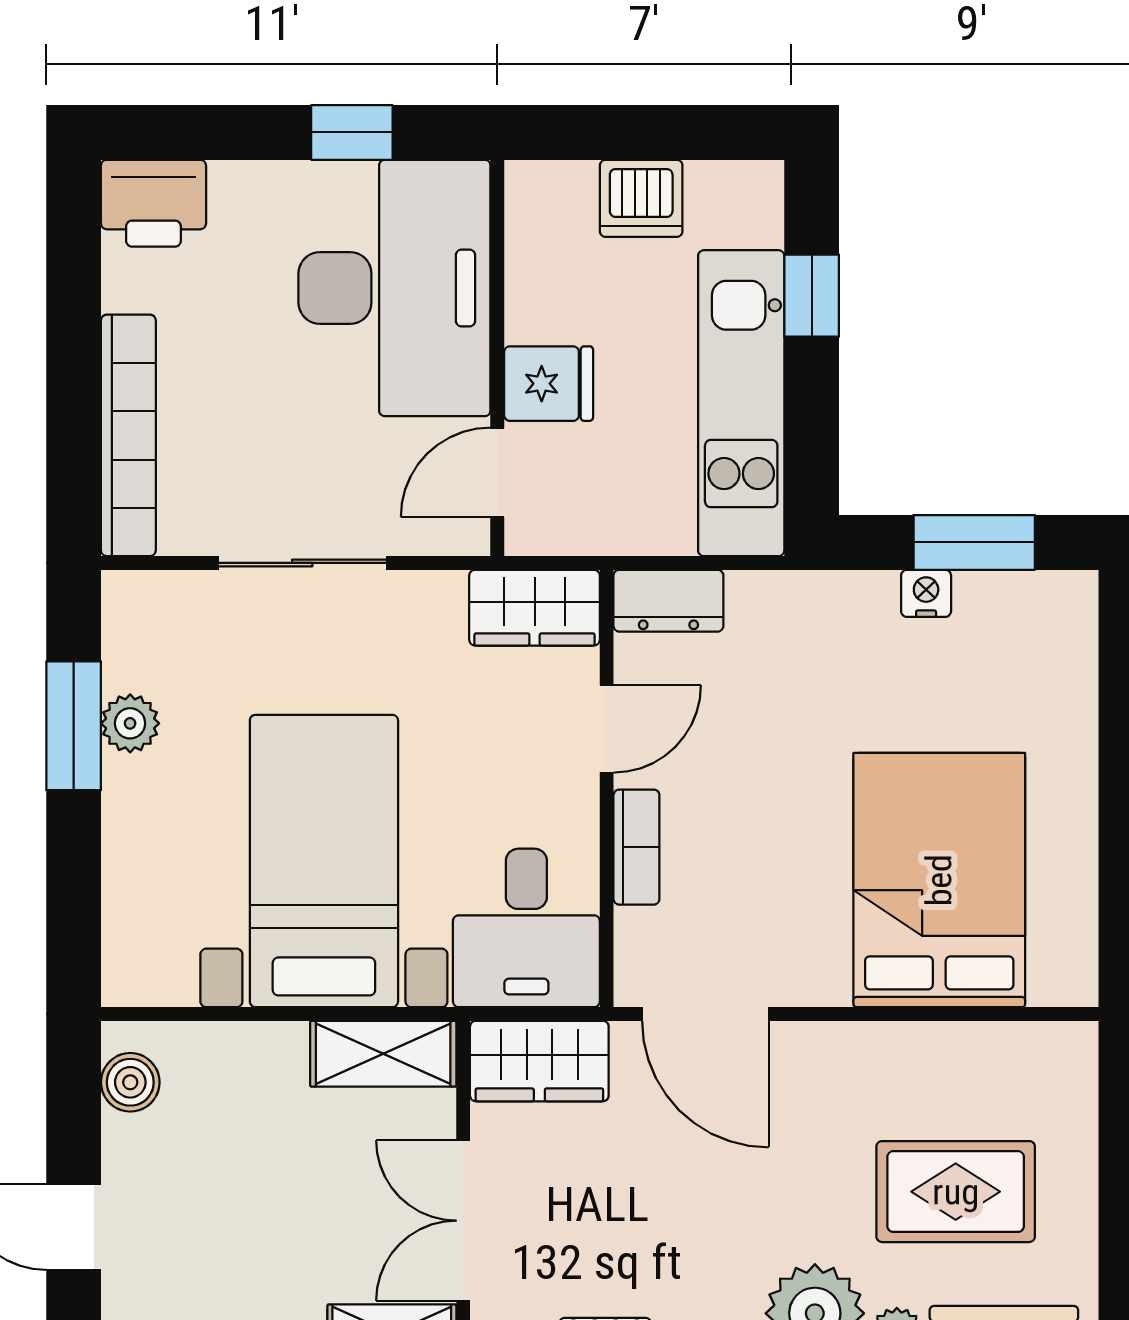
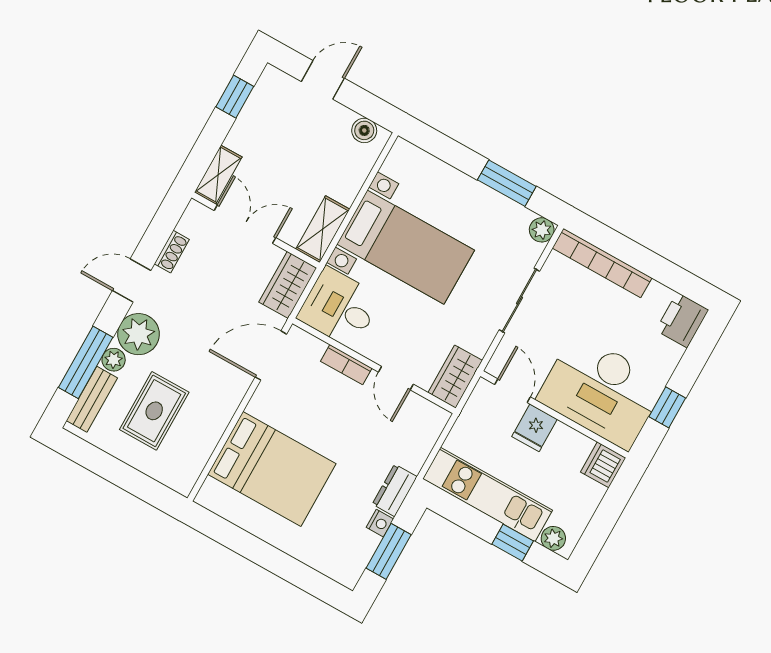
dishwasher: (641, 198) -> (603, 465), moved
plant: (756, 216) -> (553, 538), added
dresser: (668, 601) -> (395, 490), moved
plant: (130, 723) -> (542, 230), moved

